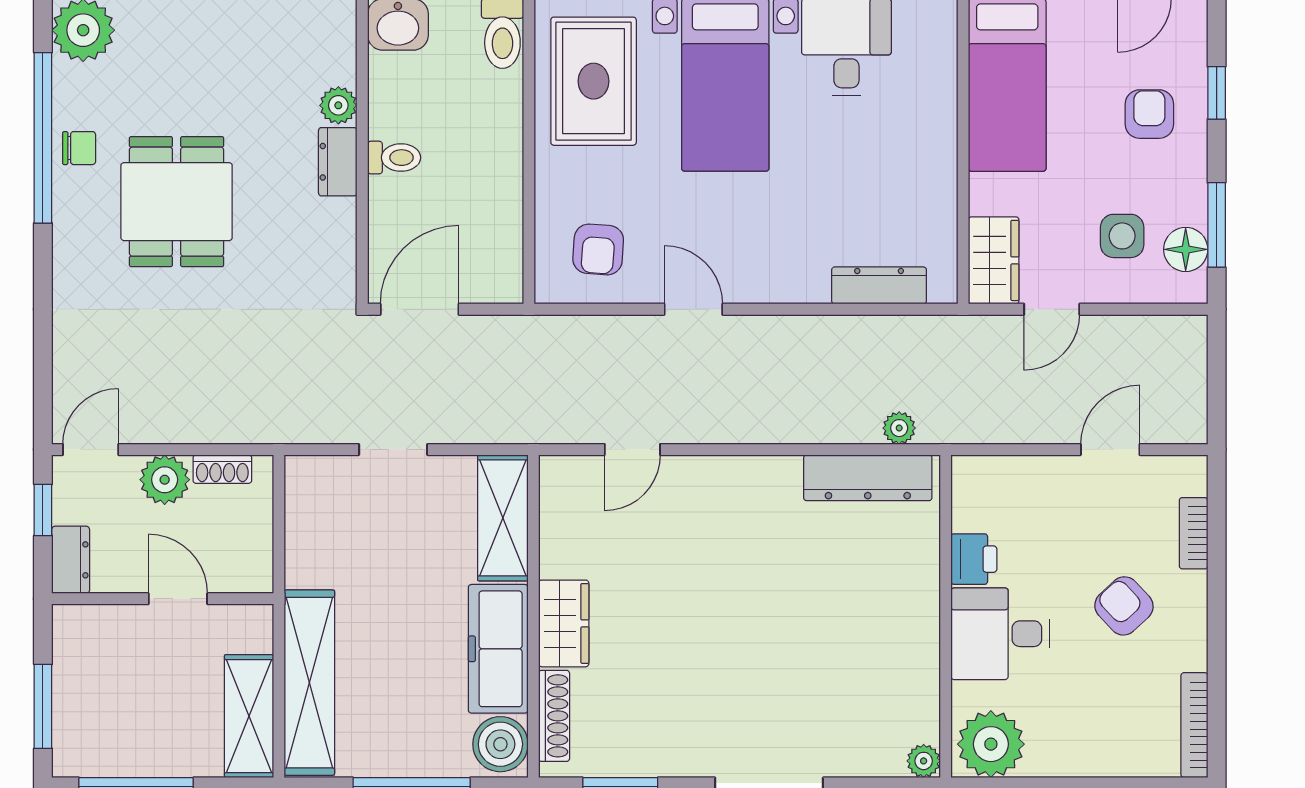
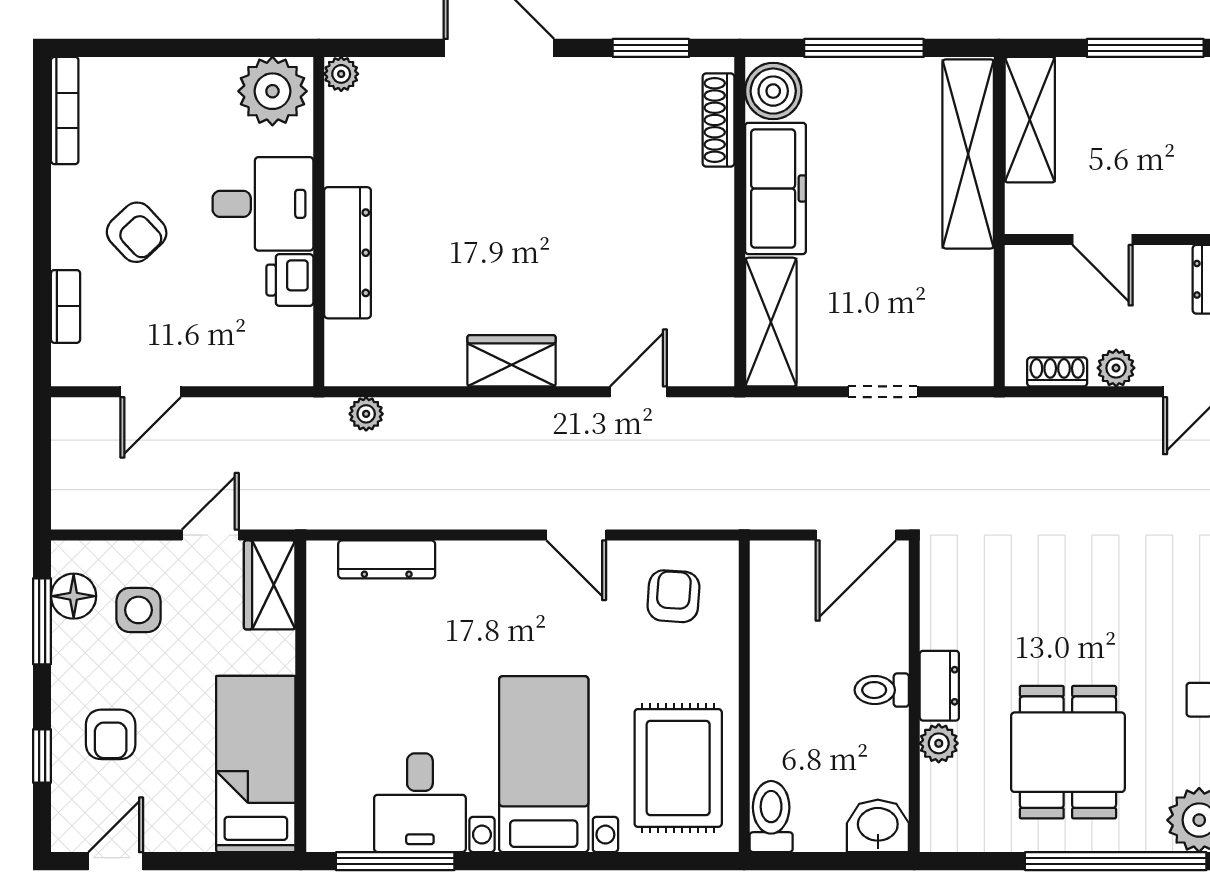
dining table: (177, 202) -> (1068, 752), moved
dresser: (868, 478) -> (348, 253), moved, turned 90
plant: (165, 480) -> (1116, 368), width x0.73, depth x0.73
wardrobe: (564, 623) -> (512, 361), moved, turned 90

